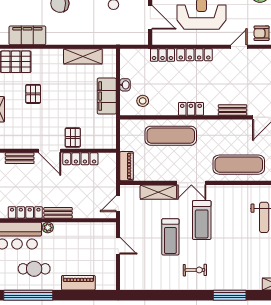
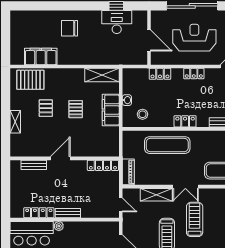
locker: (195, 55) -> (194, 74), width x0.66
shelving: (83, 56) -> (102, 75), moved
pallet: (73, 137) -> (76, 109), moved
door: (50, 151) -> (60, 158), swing flipped
locker: (80, 159) -> (103, 165), moved
door: (118, 204) -> (121, 205), swing flipped
treadmill: (202, 220) -> (195, 219), turned 180

